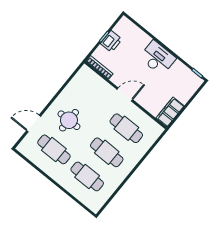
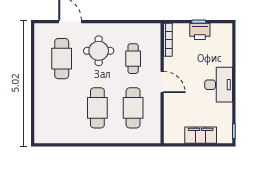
filing cabinet: (170, 112) -> (201, 135), moved
cafe table: (87, 176) -> (133, 59), moved, width x0.73, depth x0.74

